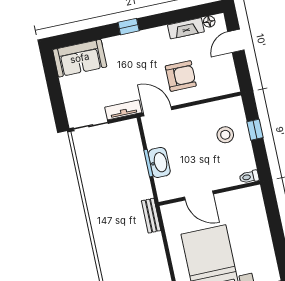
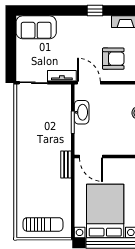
window: (129, 27) -> (95, 10), moved
washbasin: (159, 162) -> (82, 112), moved
door: (199, 195) -> (91, 157), moved

